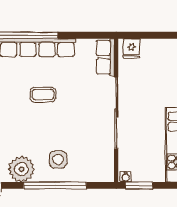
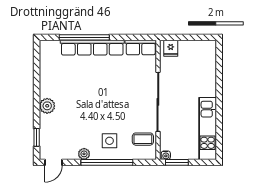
row of seats: (105, 57) -> (141, 47), moved, turned -90
coffee table: (43, 95) -> (143, 139), moved
plant: (21, 169) -> (84, 154), width x0.53, depth x0.53

